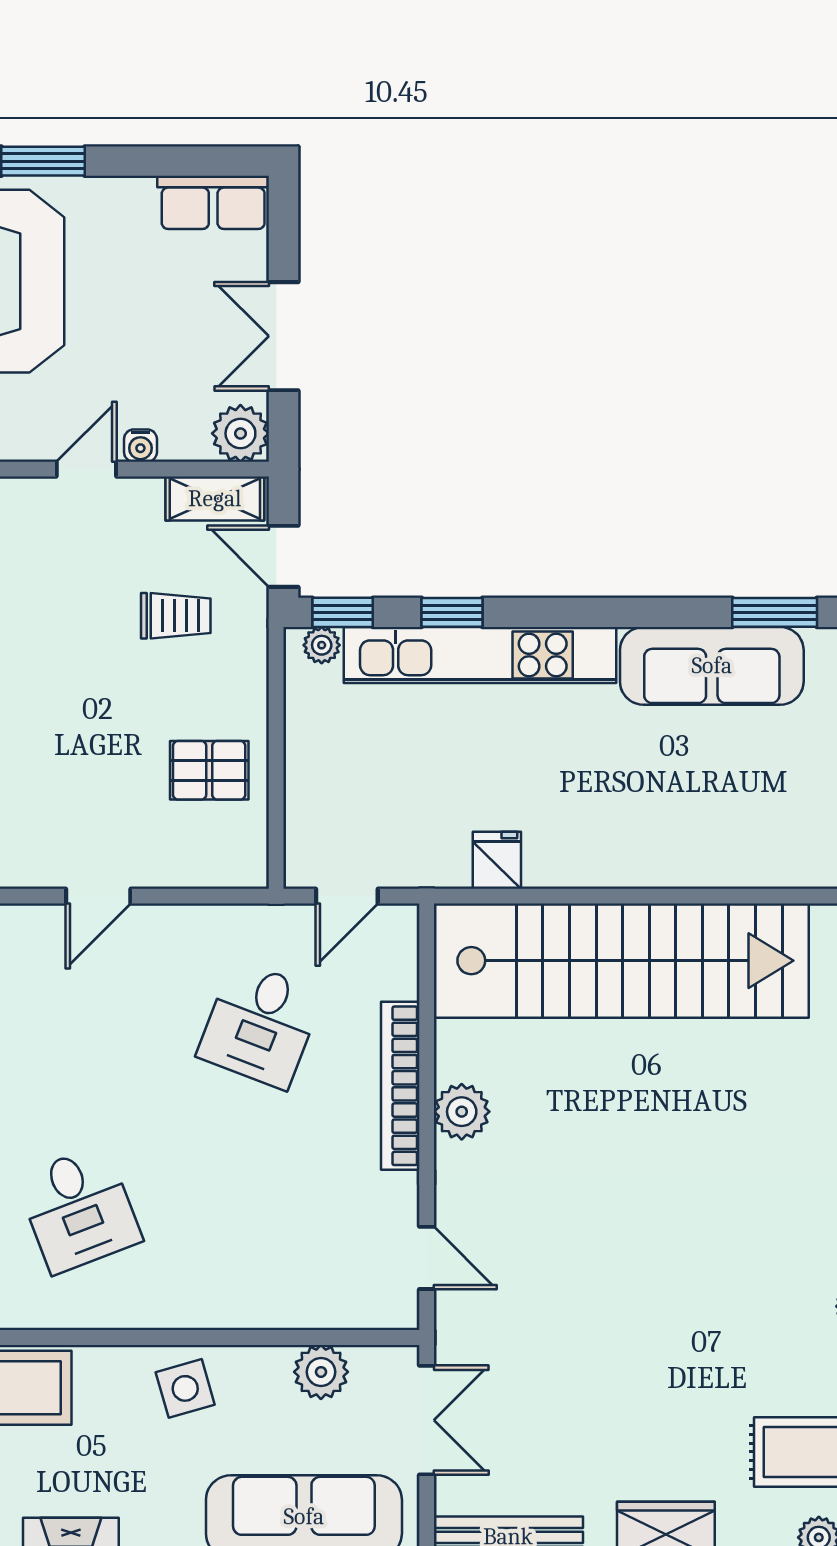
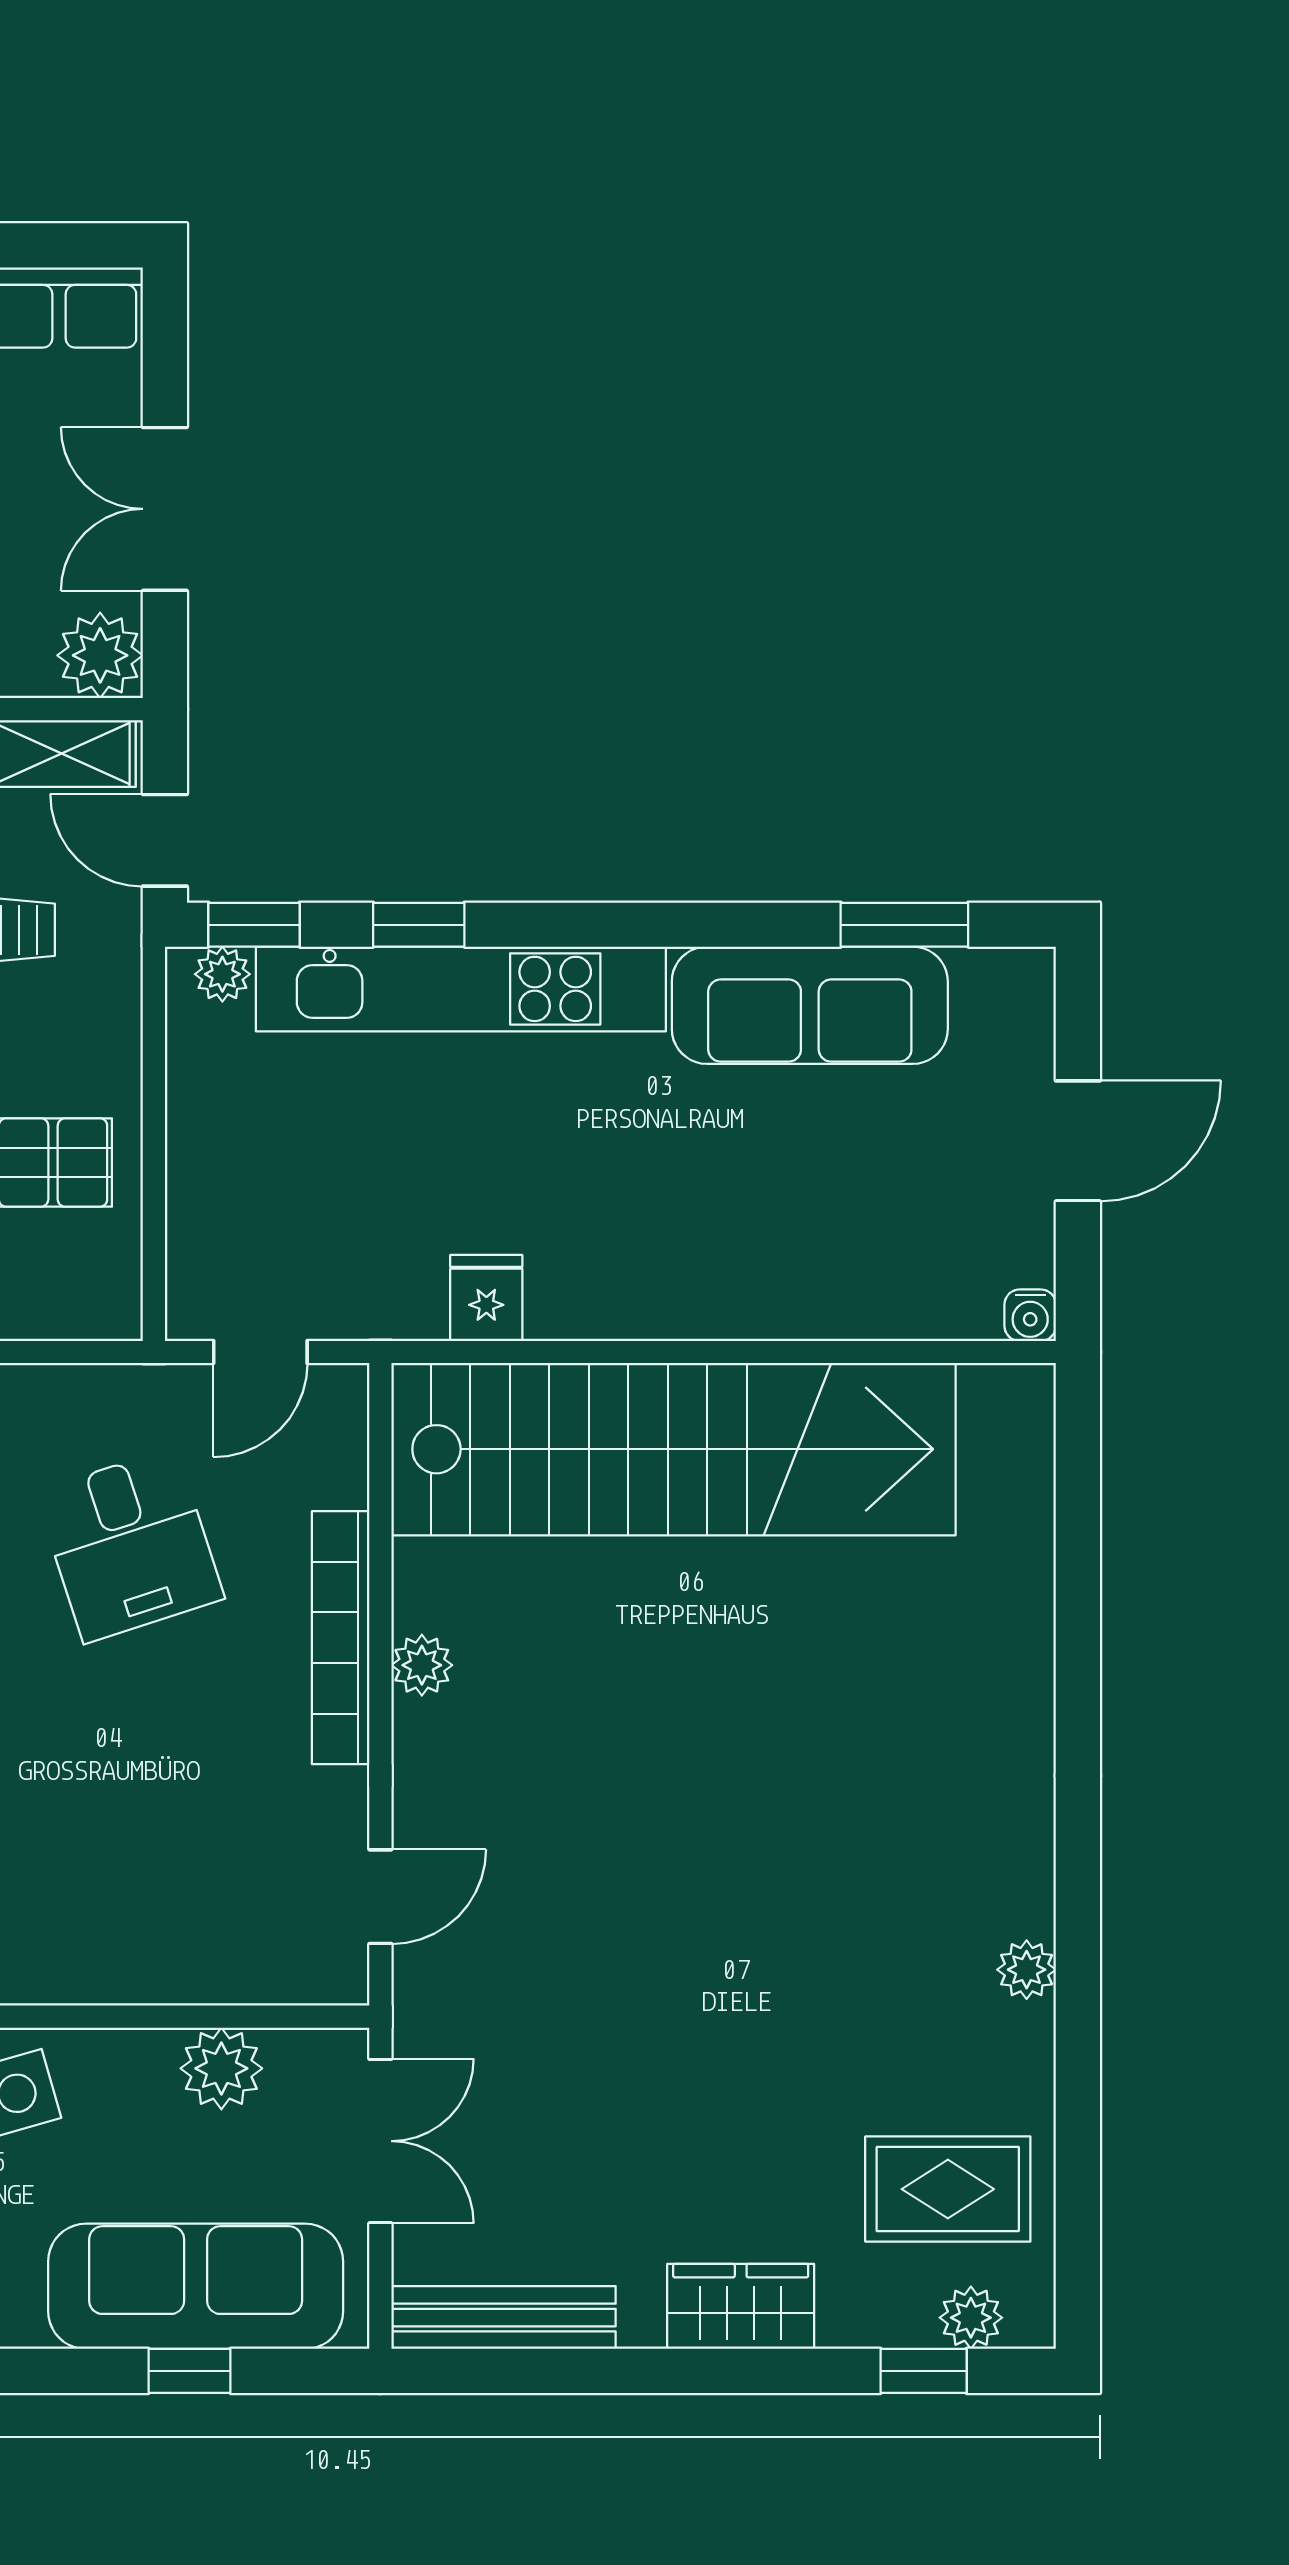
desk: (260, 1024) -> (130, 1545), turned -39
plant: (462, 1112) -> (422, 1665), width x0.73, depth x0.73
door: (427, 1258) -> (380, 1897), hinge flipped

